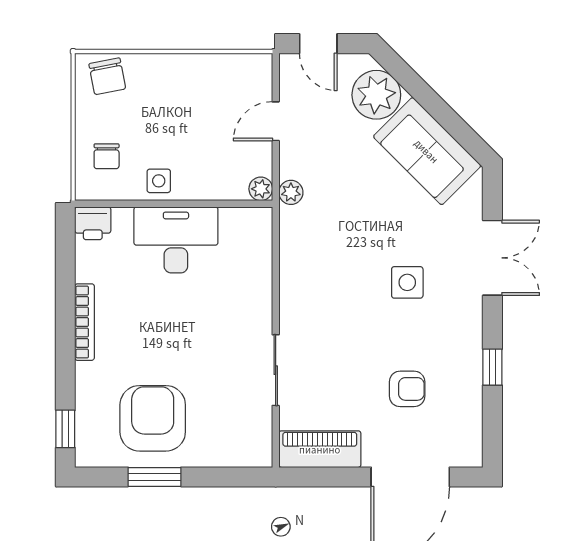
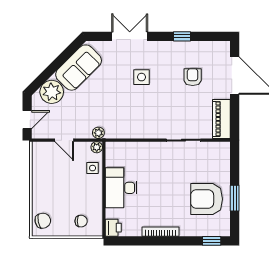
side table: (159, 181) -> (93, 168), moved

